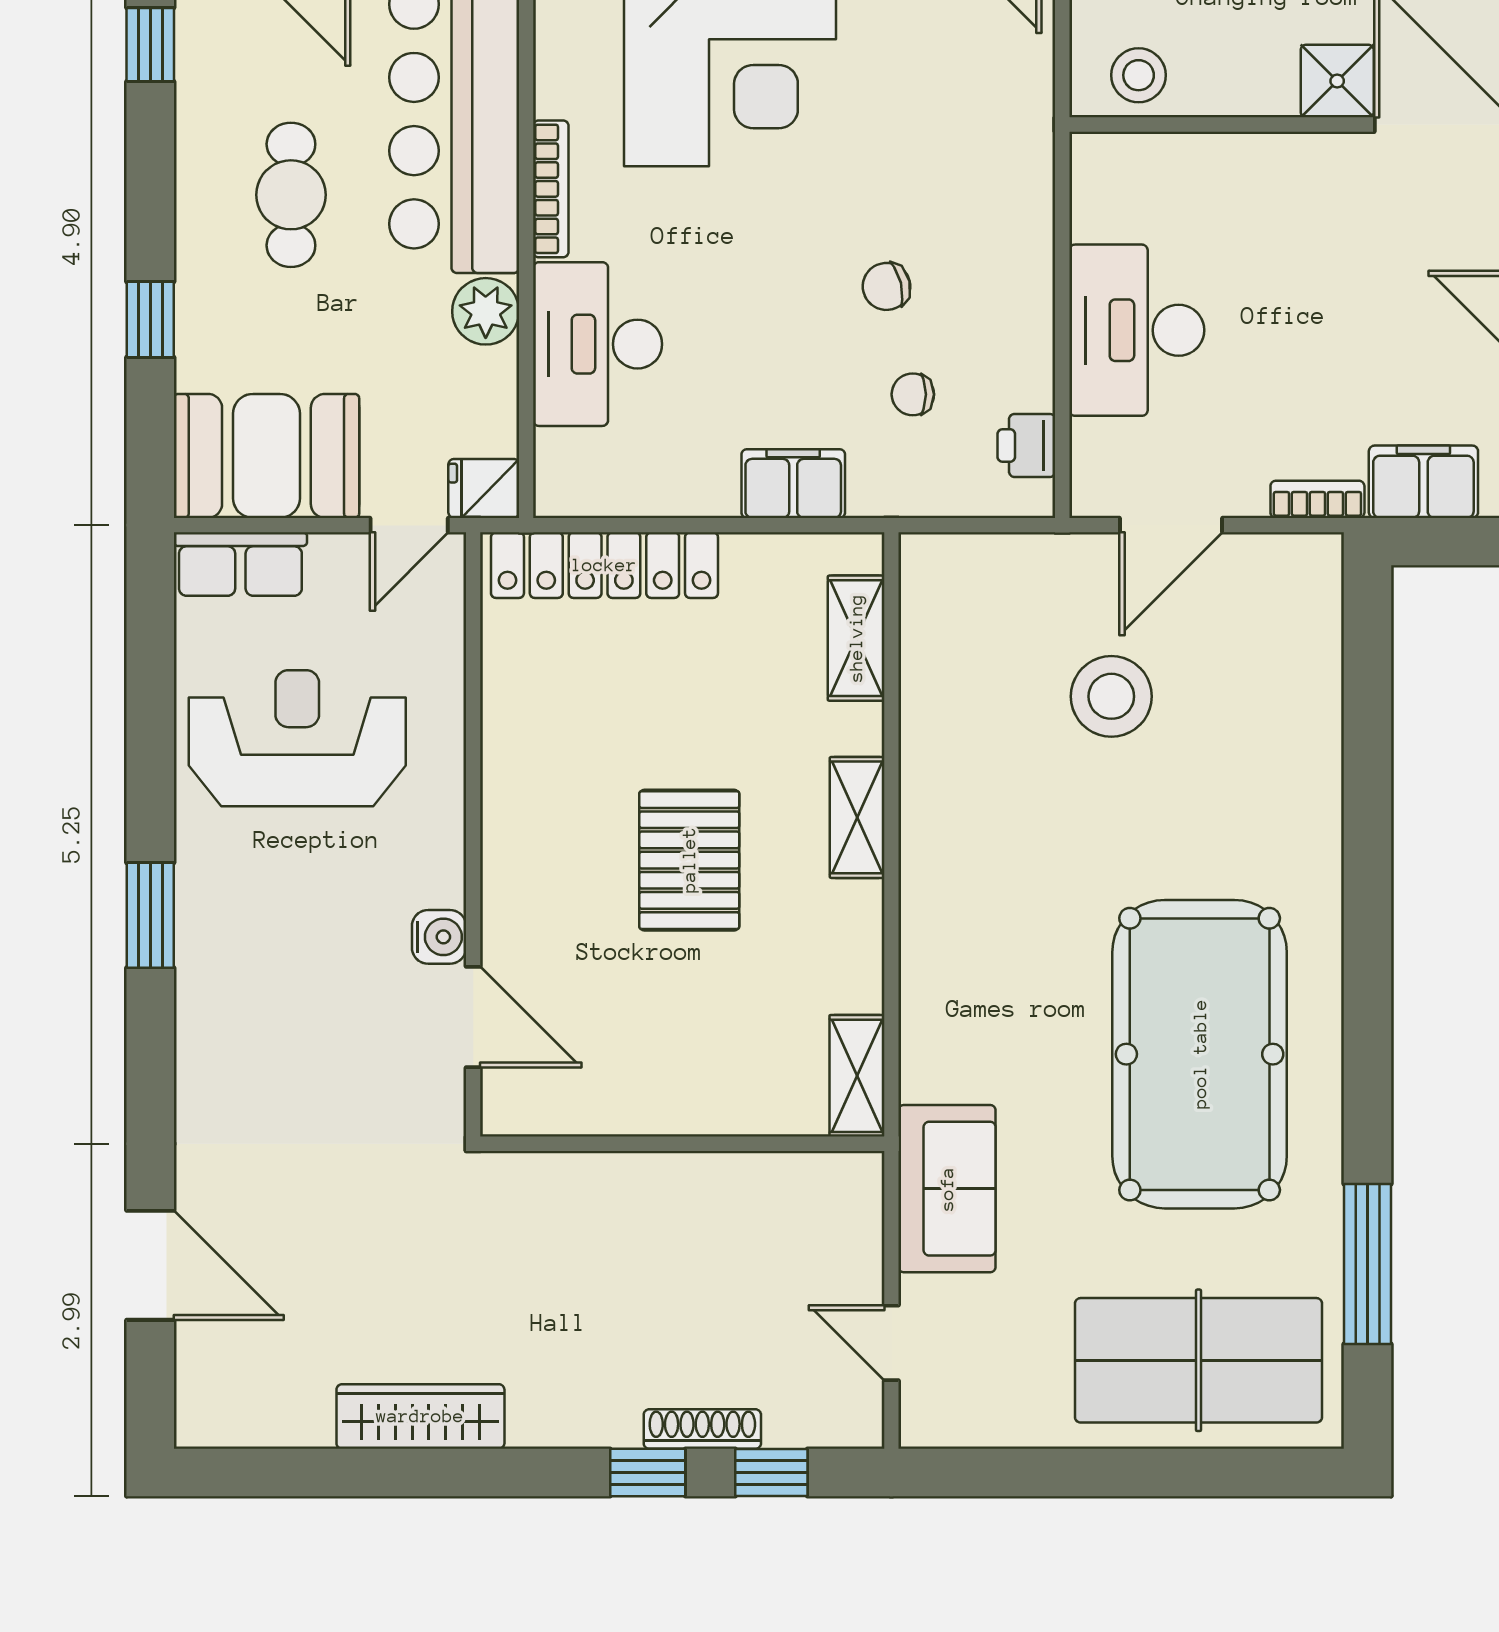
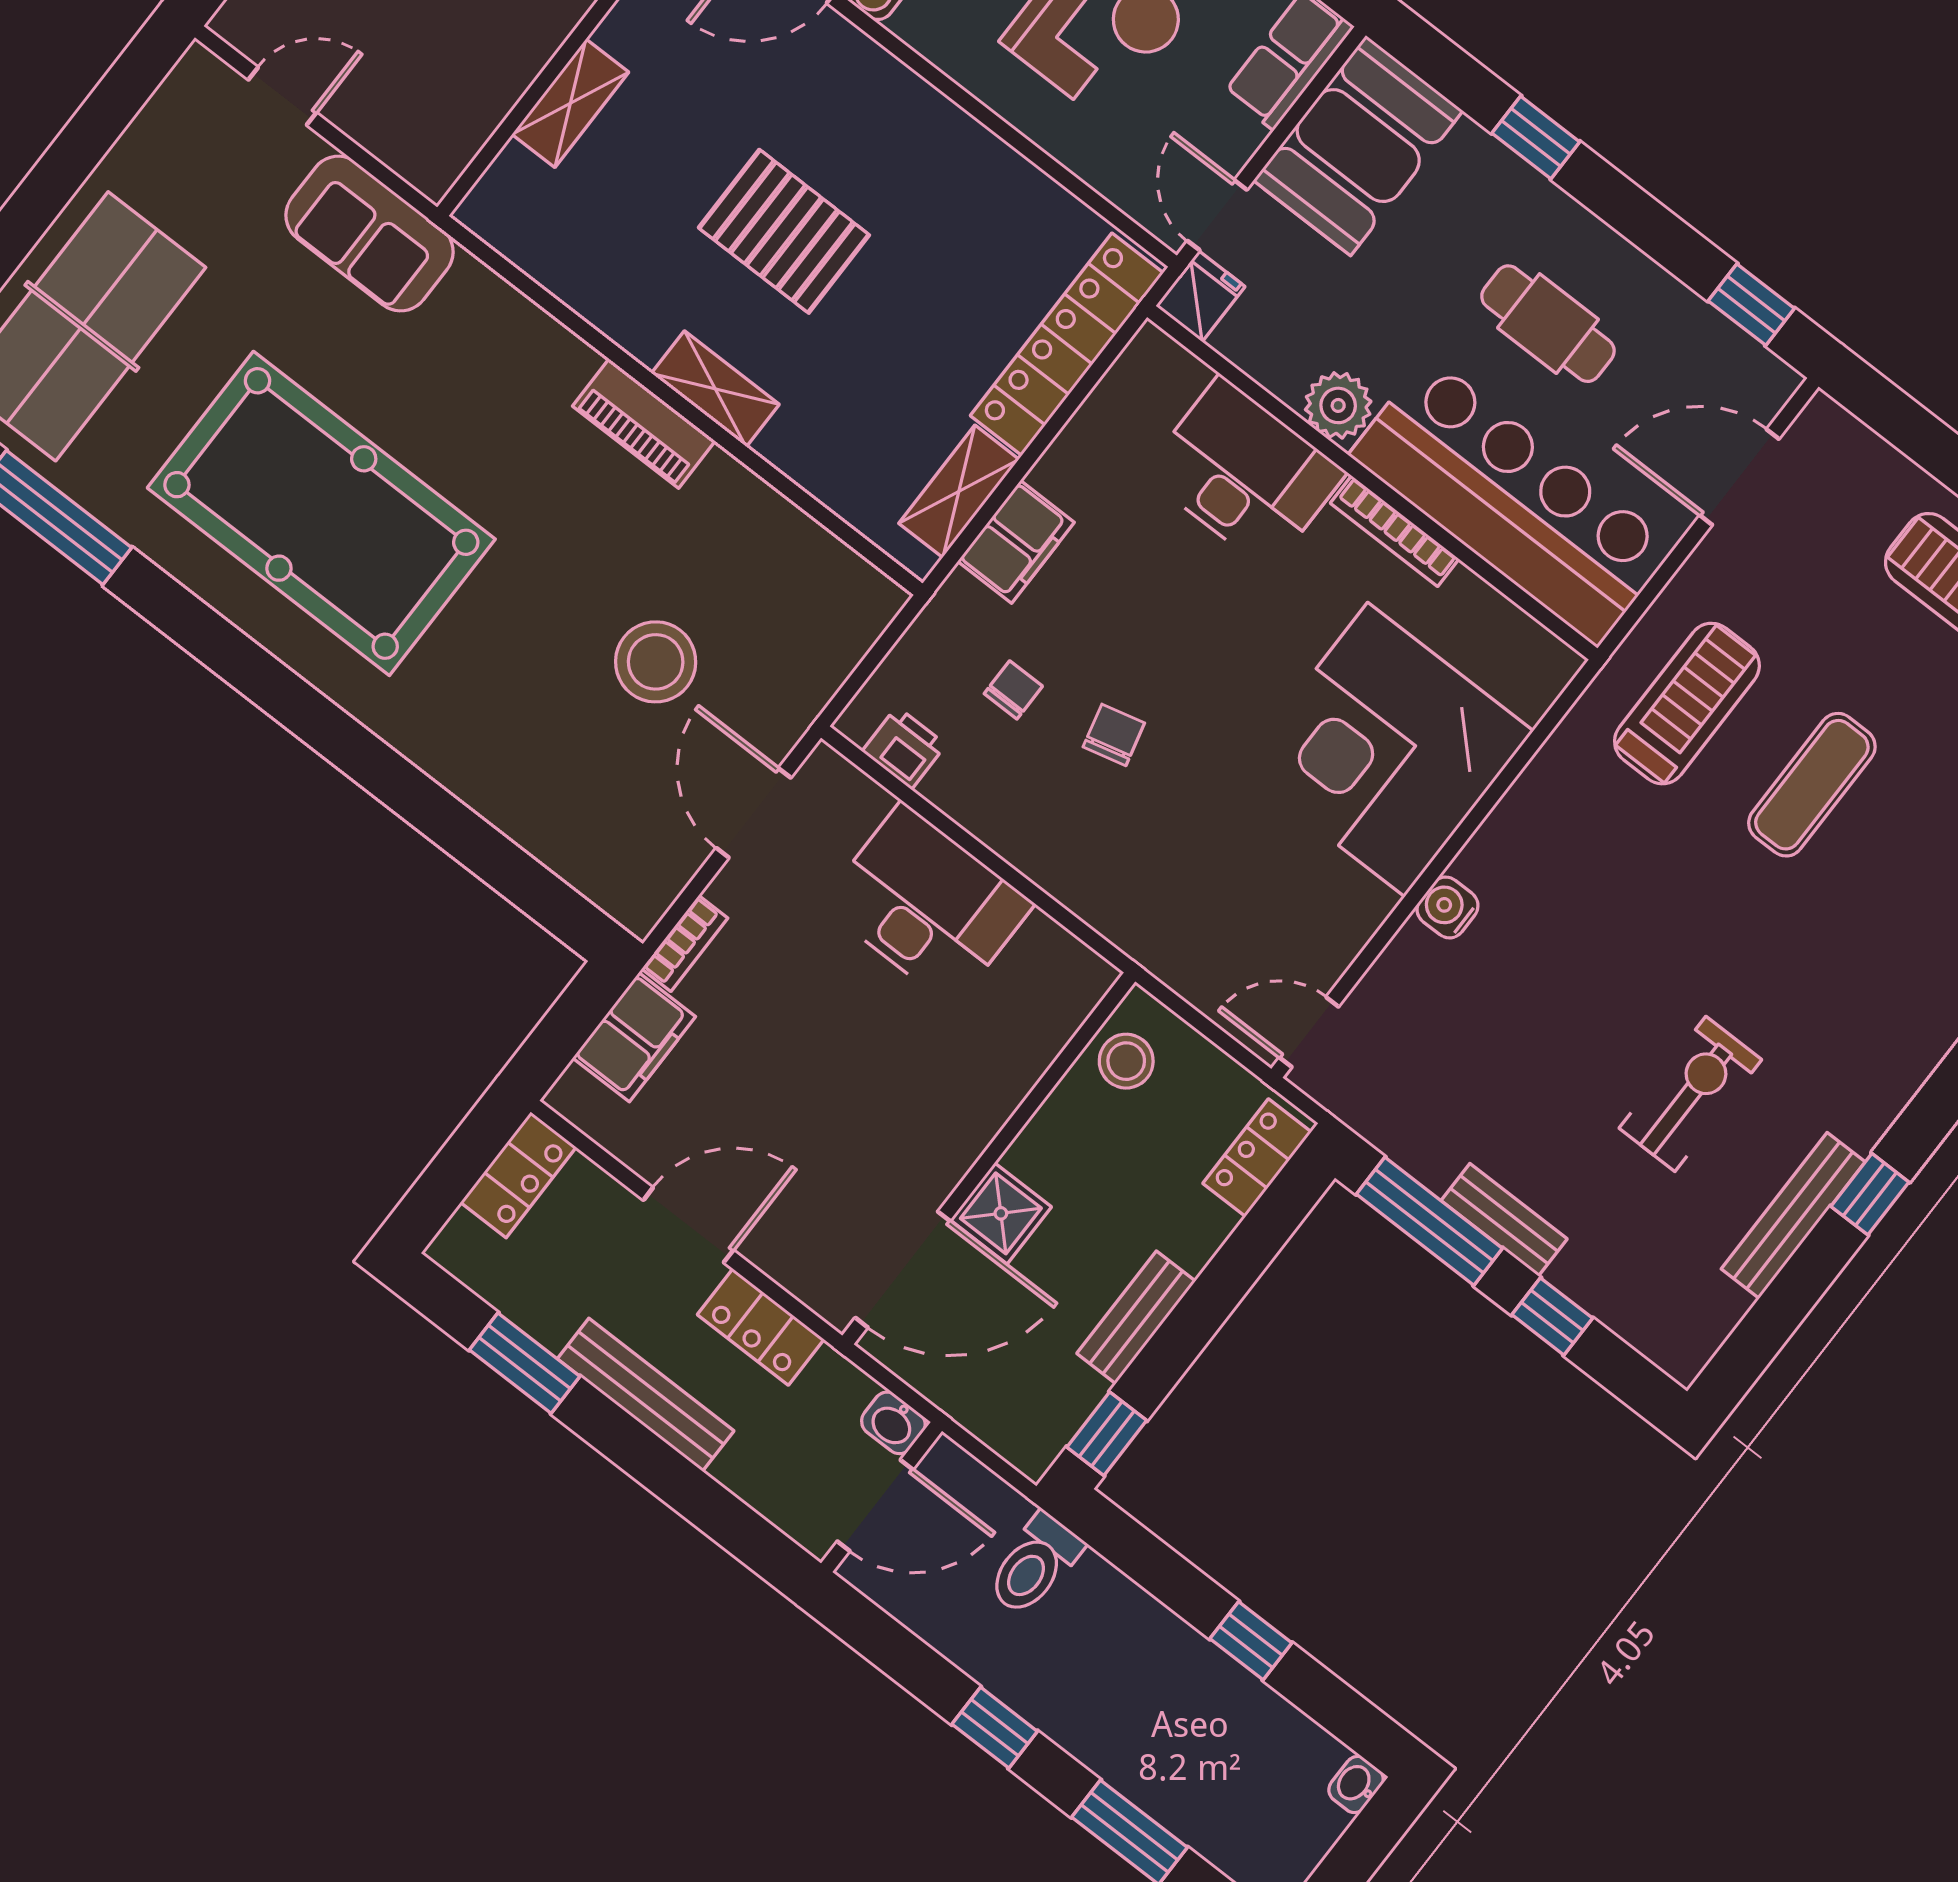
shelving: (856, 638) -> (959, 491), moved, turned 90
piano: (929, 853) -> (644, 424), added
shelving: (857, 1076) -> (570, 103), moved, turned 90

